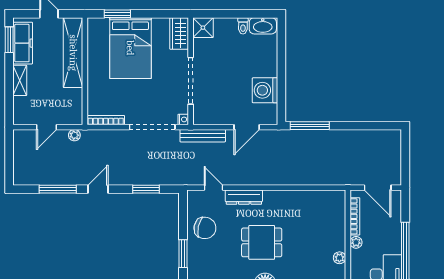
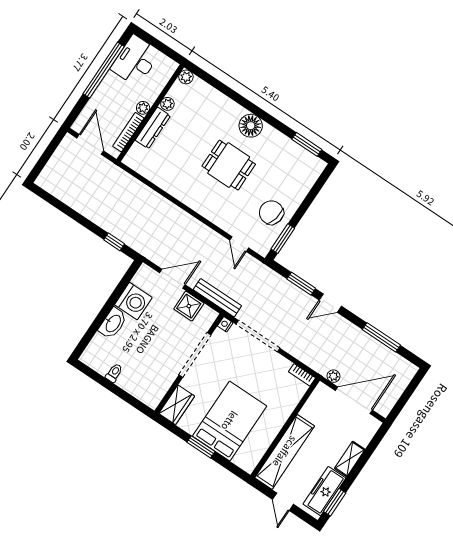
window: (117, 14) -> (201, 447), moved
washbasin: (263, 26) -> (113, 323), moved, turned 90
shower: (203, 28) -> (189, 306), moved
bookcase: (106, 120) -> (302, 375), width x0.64
window: (310, 126) -> (114, 242), width x0.46
door: (47, 127) -> (354, 400), width x1.88
door: (98, 189) -> (330, 303), moved
dresser: (244, 197) -> (153, 128), moved, turned 90
window: (183, 254) -> (283, 239), moved

